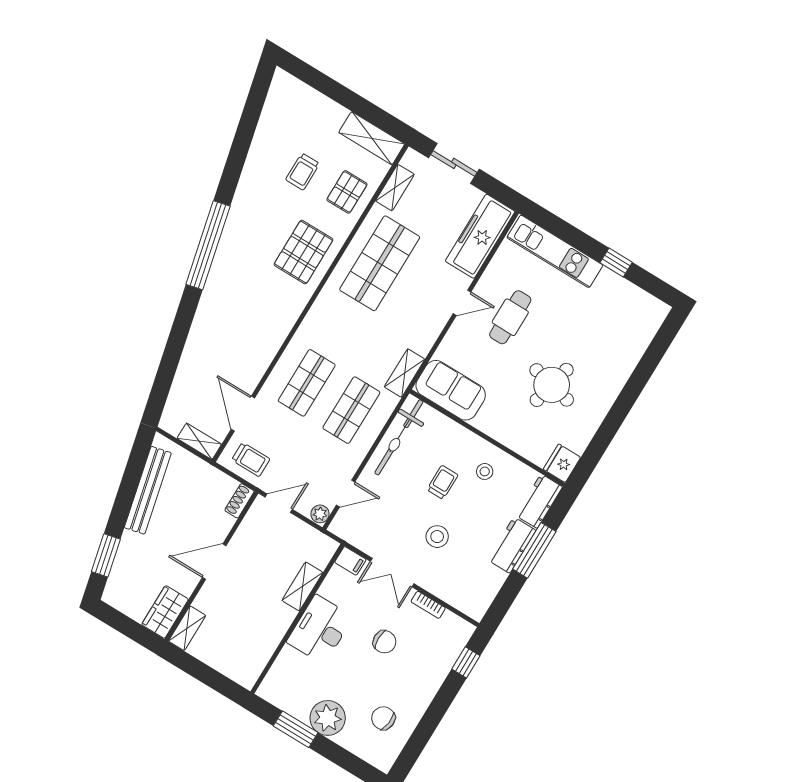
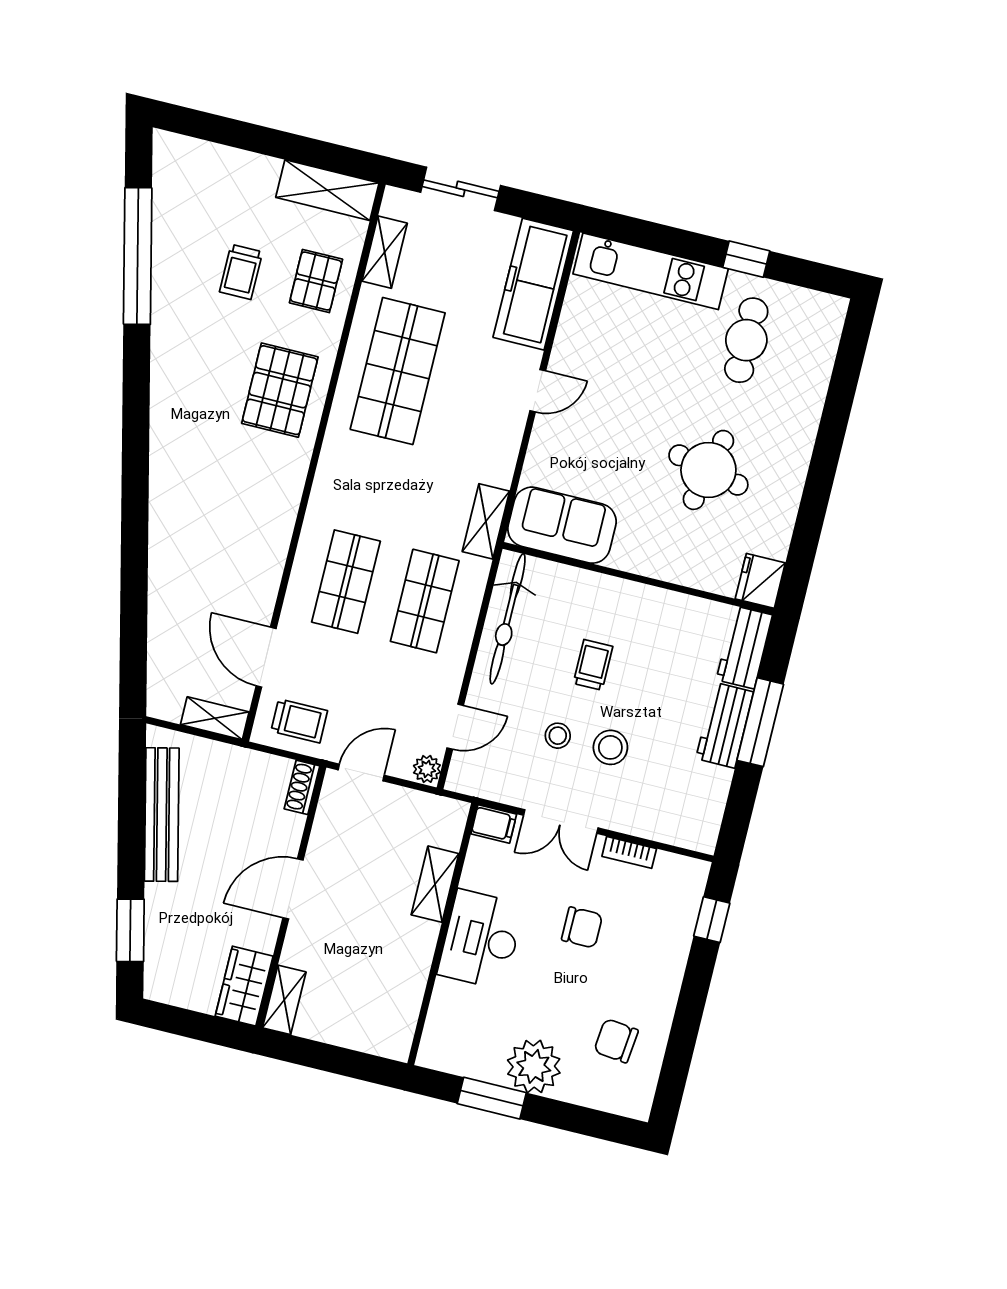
window: (208, 245) -> (138, 256), moved
cafe table: (510, 317) -> (746, 340), moved
stool: (485, 471) -> (558, 736), moved

